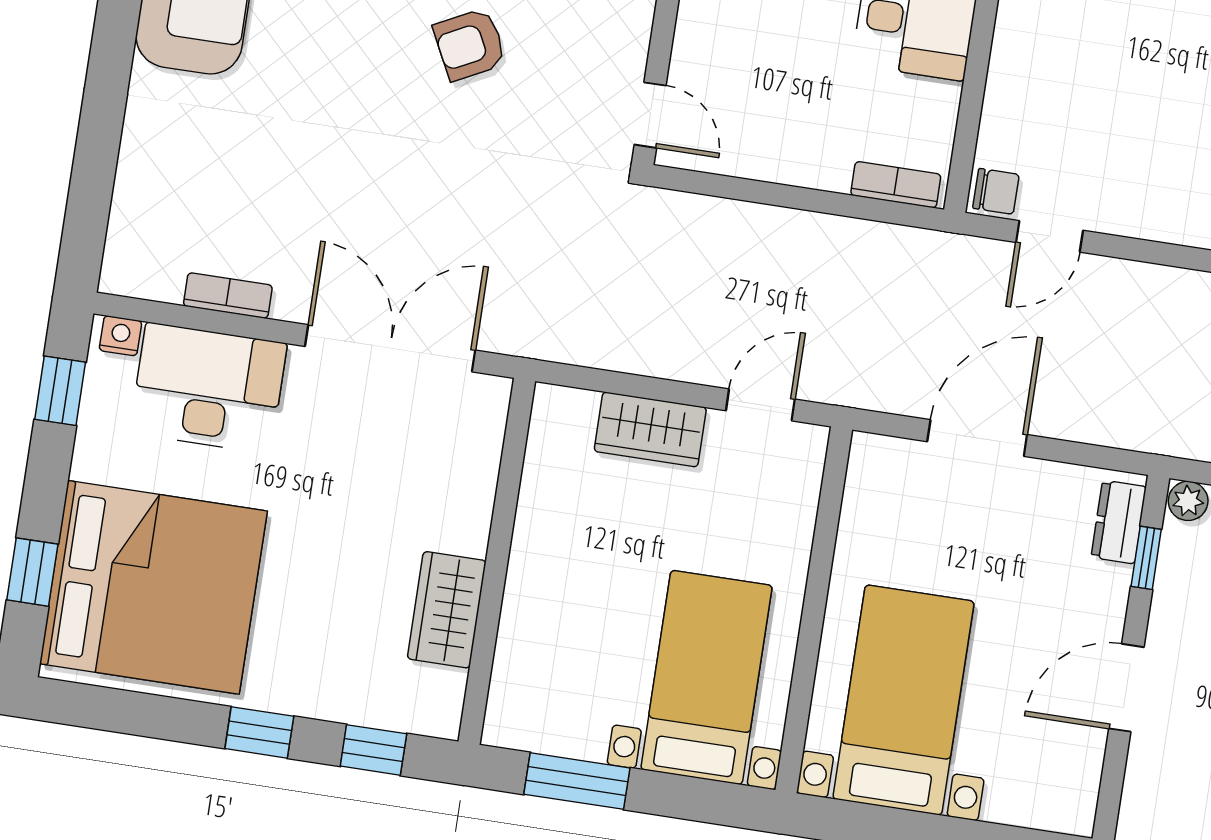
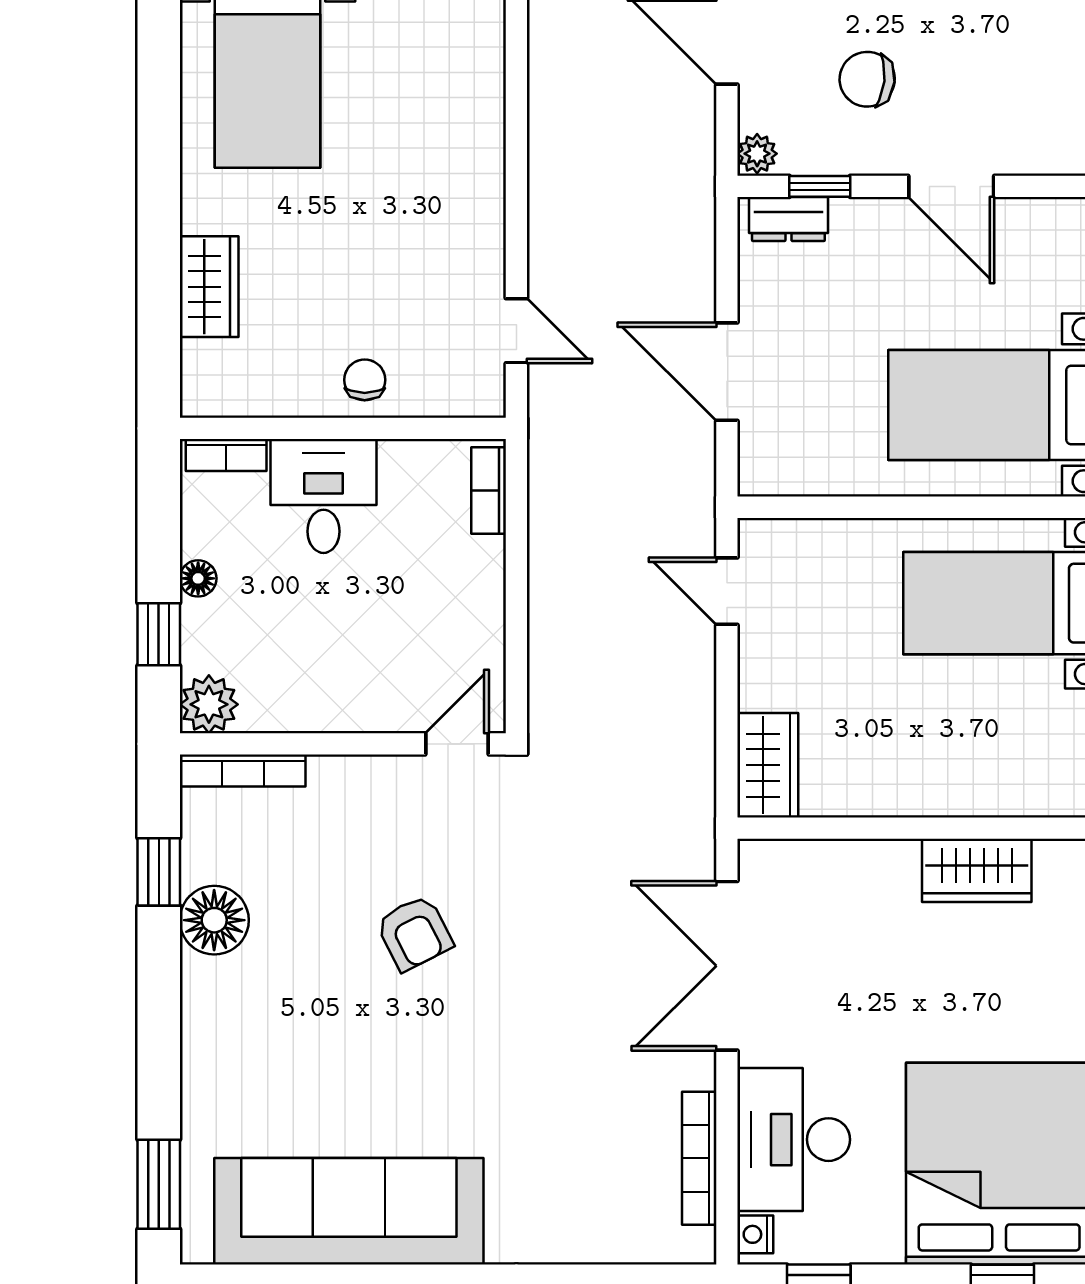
chair: (996, 191) -> (365, 380), moved
bookcase: (228, 296) -> (699, 1158), width x1.56
wardrobe: (650, 429) -> (768, 765), moved

